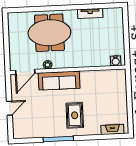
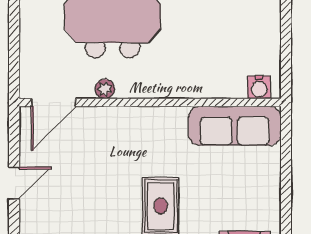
sofa: (59, 81) -> (235, 126), moved

